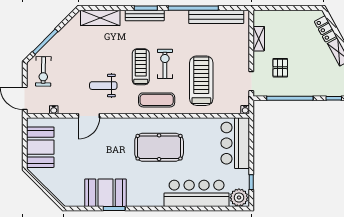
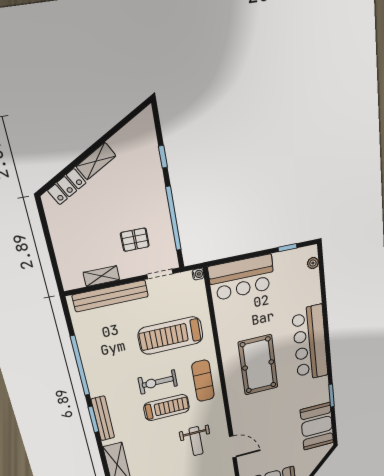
bench: (216, 17) -> (110, 296), moved, turned 90
treadmill: (141, 67) -> (167, 408), turned 180
booth: (106, 193) -> (317, 426), moved
bar counter: (197, 193) -> (310, 343), moved
plant: (239, 198) -> (313, 263), width x0.53, depth x0.53

